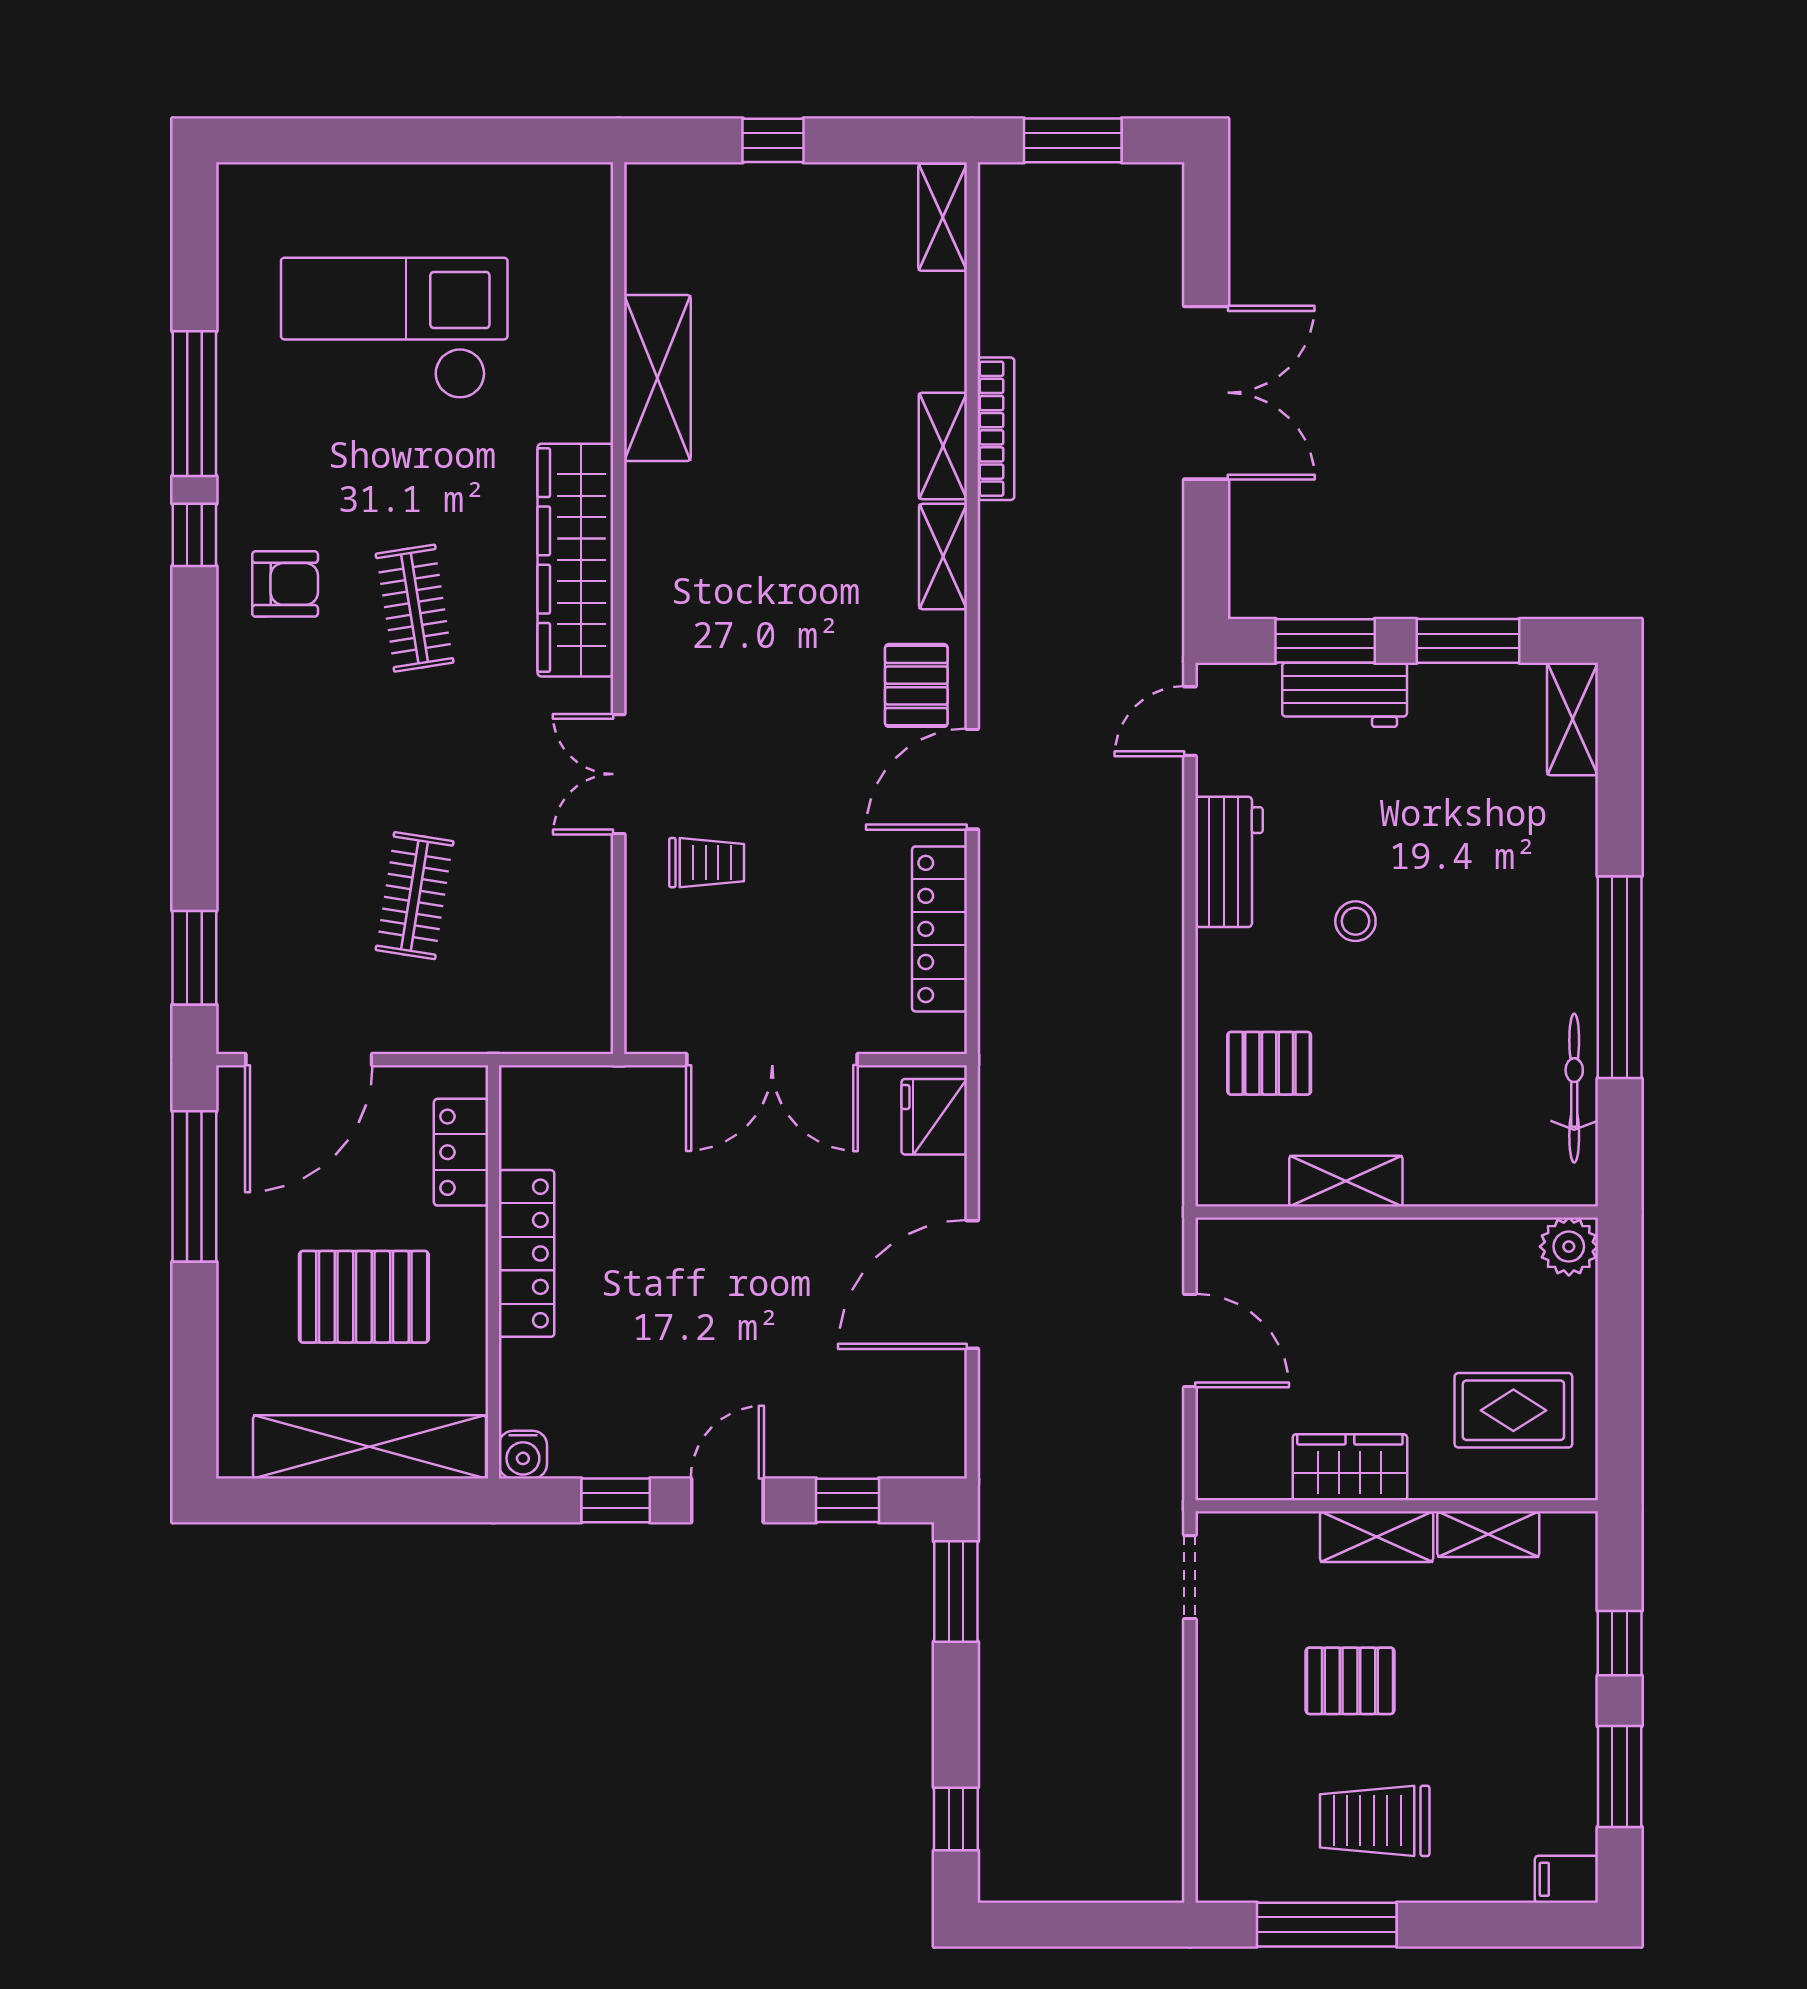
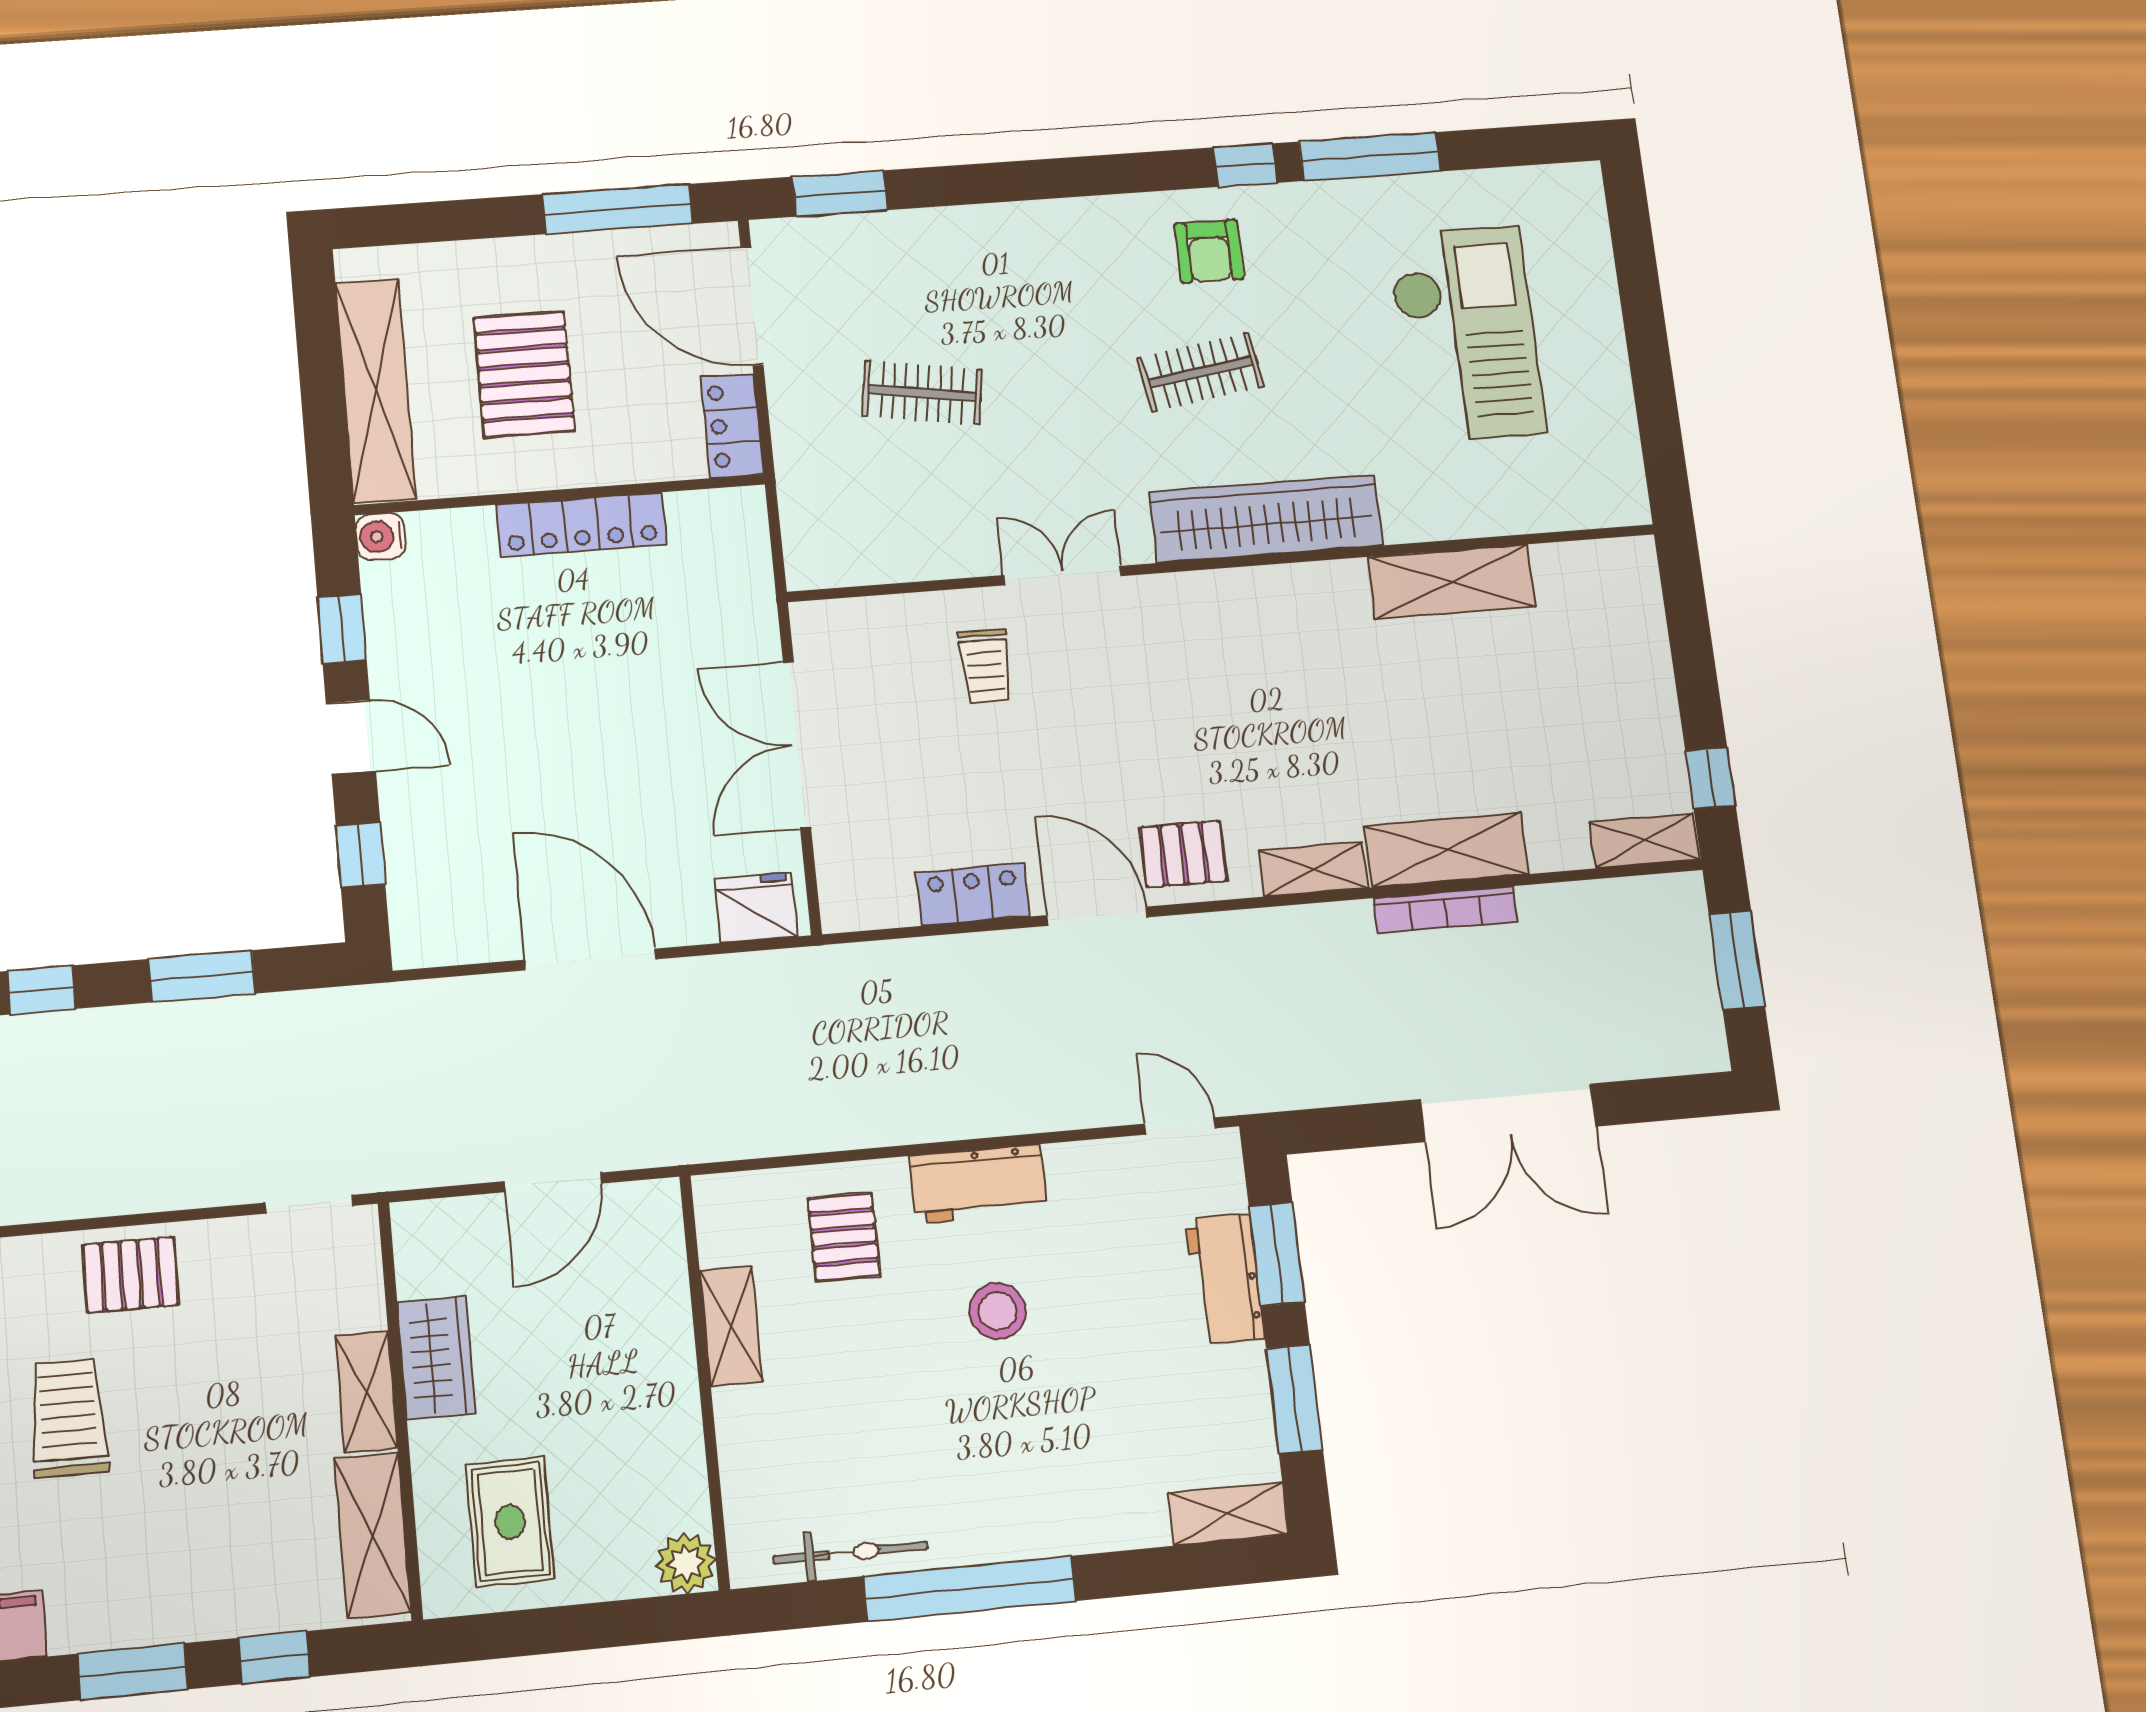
window: (773, 140) -> (1710, 778), moved
shelving: (943, 446) -> (1447, 850), width x1.50, depth x1.33
workbench: (1229, 862) -> (978, 1184), moved
stool: (1355, 921) -> (998, 1311), width x1.37, depth x1.37
locker: (939, 929) -> (973, 894), width x0.66
locker: (461, 1152) -> (732, 426), moved, turned -90
shelving: (1488, 1534) -> (372, 1535), width x1.50, depth x1.33
window: (956, 1592) -> (202, 976), moved
pallet: (1350, 1681) -> (131, 1275), moved, turned 90

